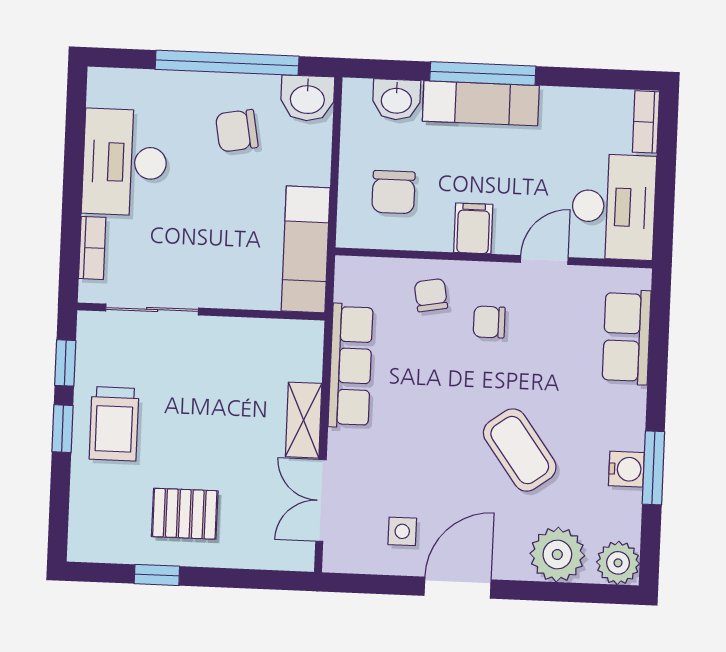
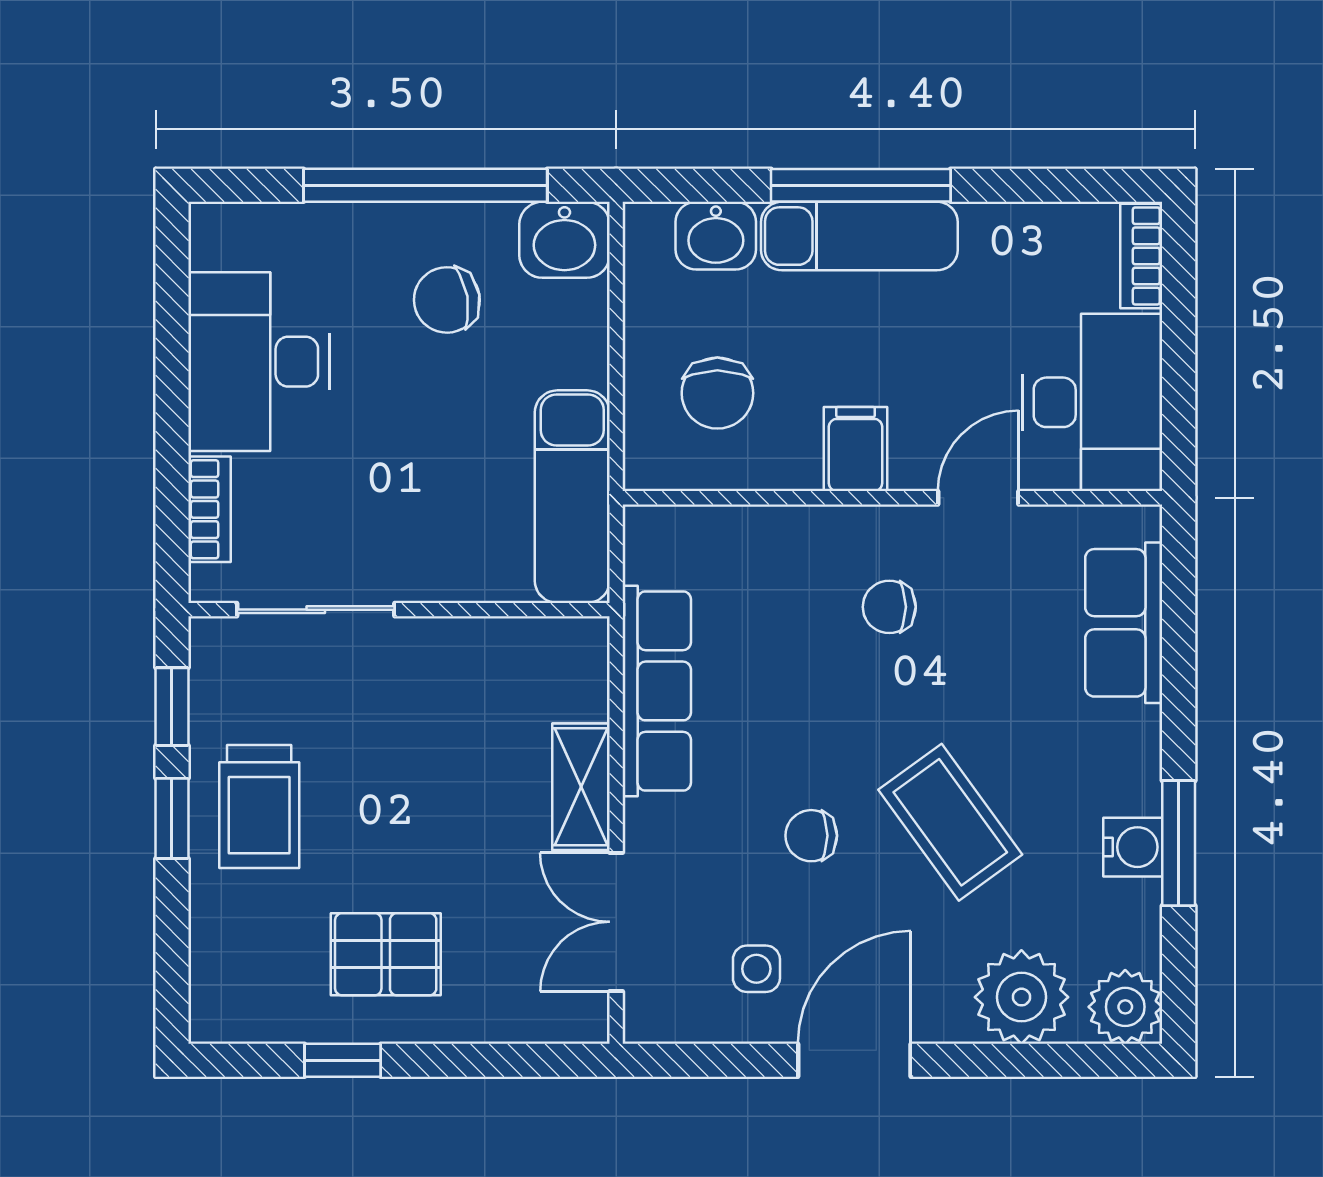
chair: (431, 295) -> (811, 836), moved, turned -80

